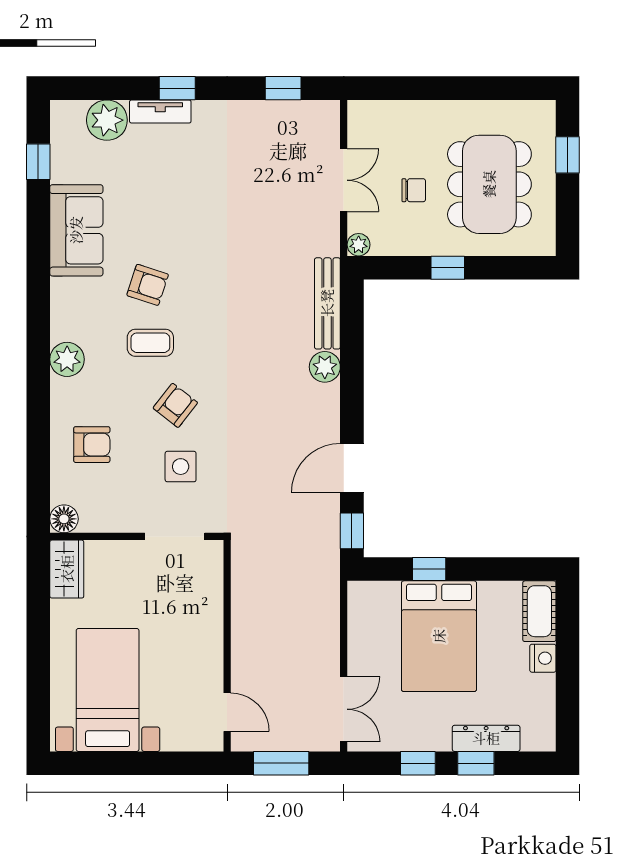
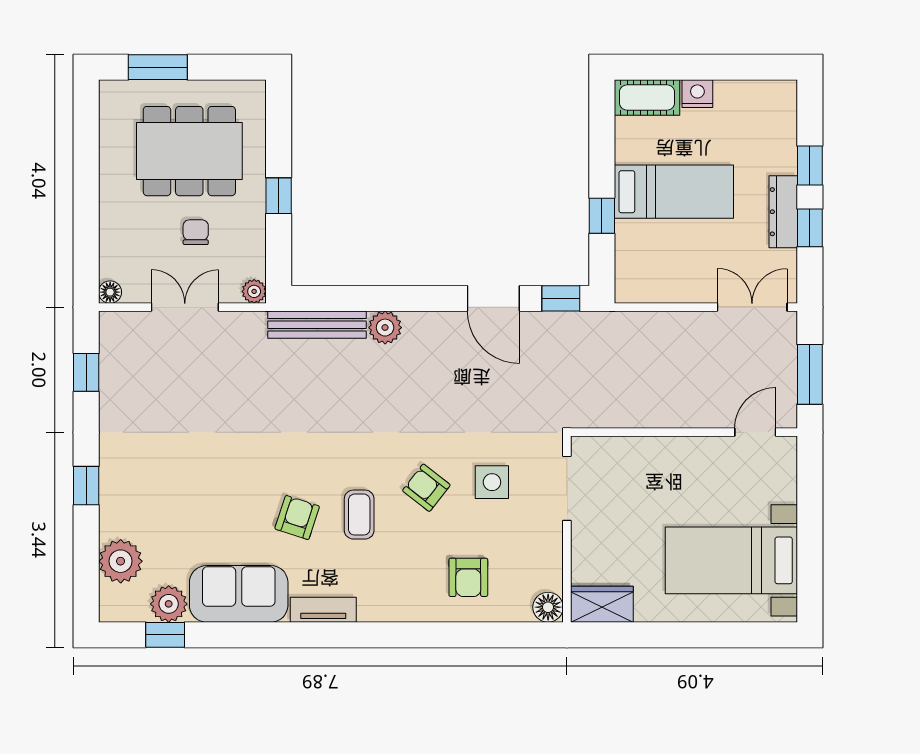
floor lamp: (358, 110) -> (110, 292), added
tv unit: (160, 111) -> (323, 610), moved, turned -90
window: (568, 155) -> (158, 67), width x1.50
plant: (67, 359) -> (169, 604), moved
armchair: (92, 445) -> (468, 577), turned 180
bed: (439, 636) -> (674, 192), width x0.67
dresser: (486, 738) -> (783, 212), moved

